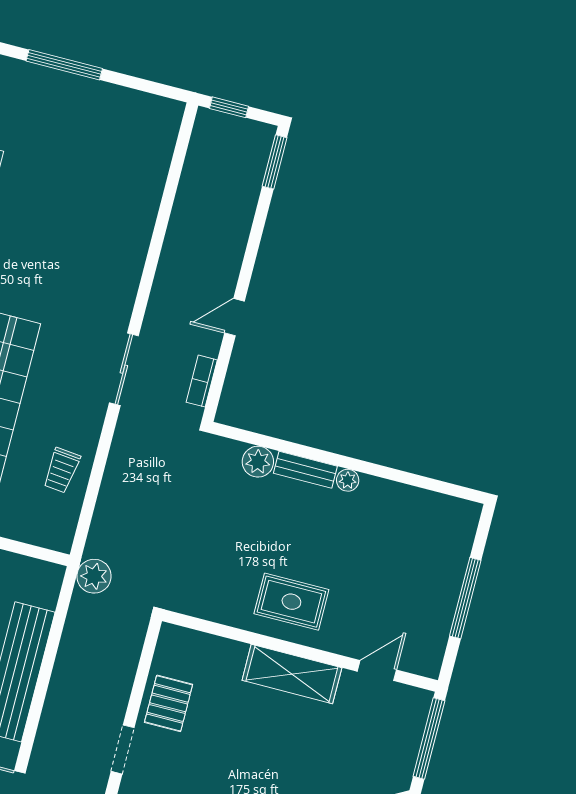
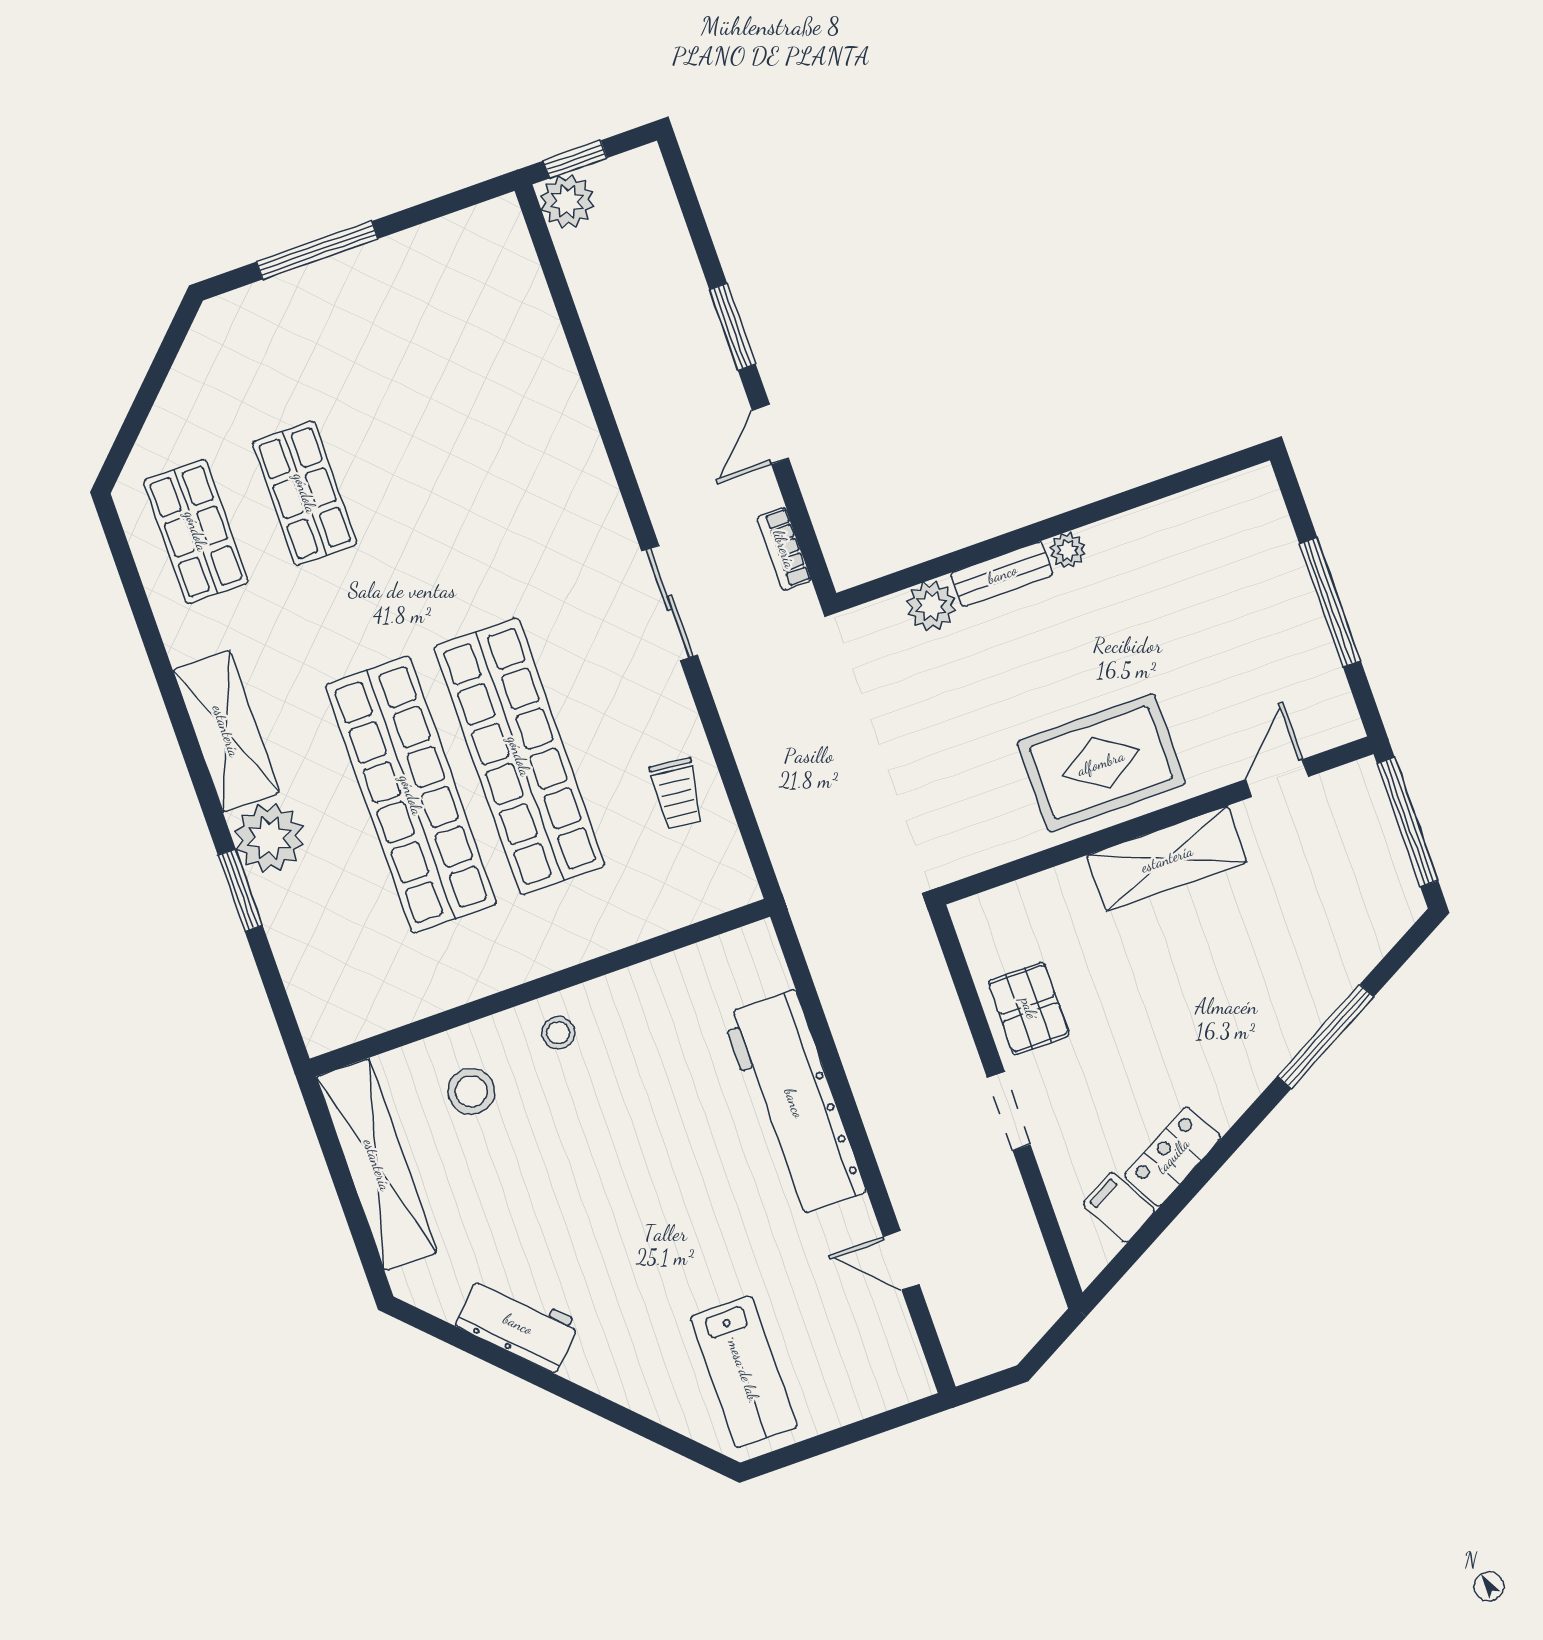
window: (275, 162) -> (733, 327), moved
plant: (94, 576) -> (567, 201), moved
rug: (291, 602) -> (1101, 763), width x1.36, depth x1.43

